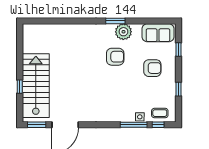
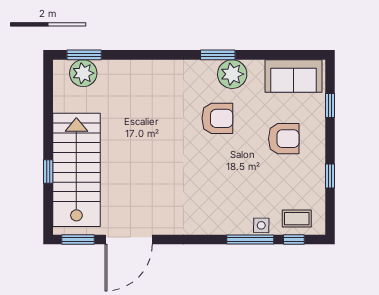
window: (40, 21) -> (84, 55), added
plant: (40, 31) -> (83, 73), added

